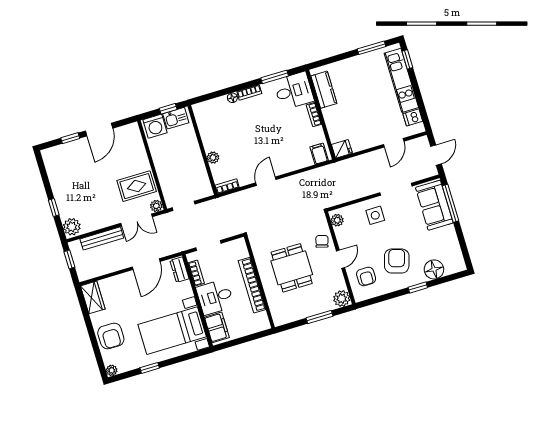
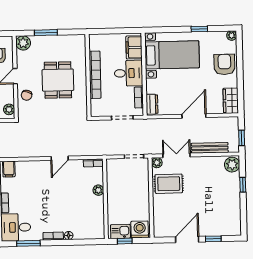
door: (146, 264) -> (194, 116), moved

